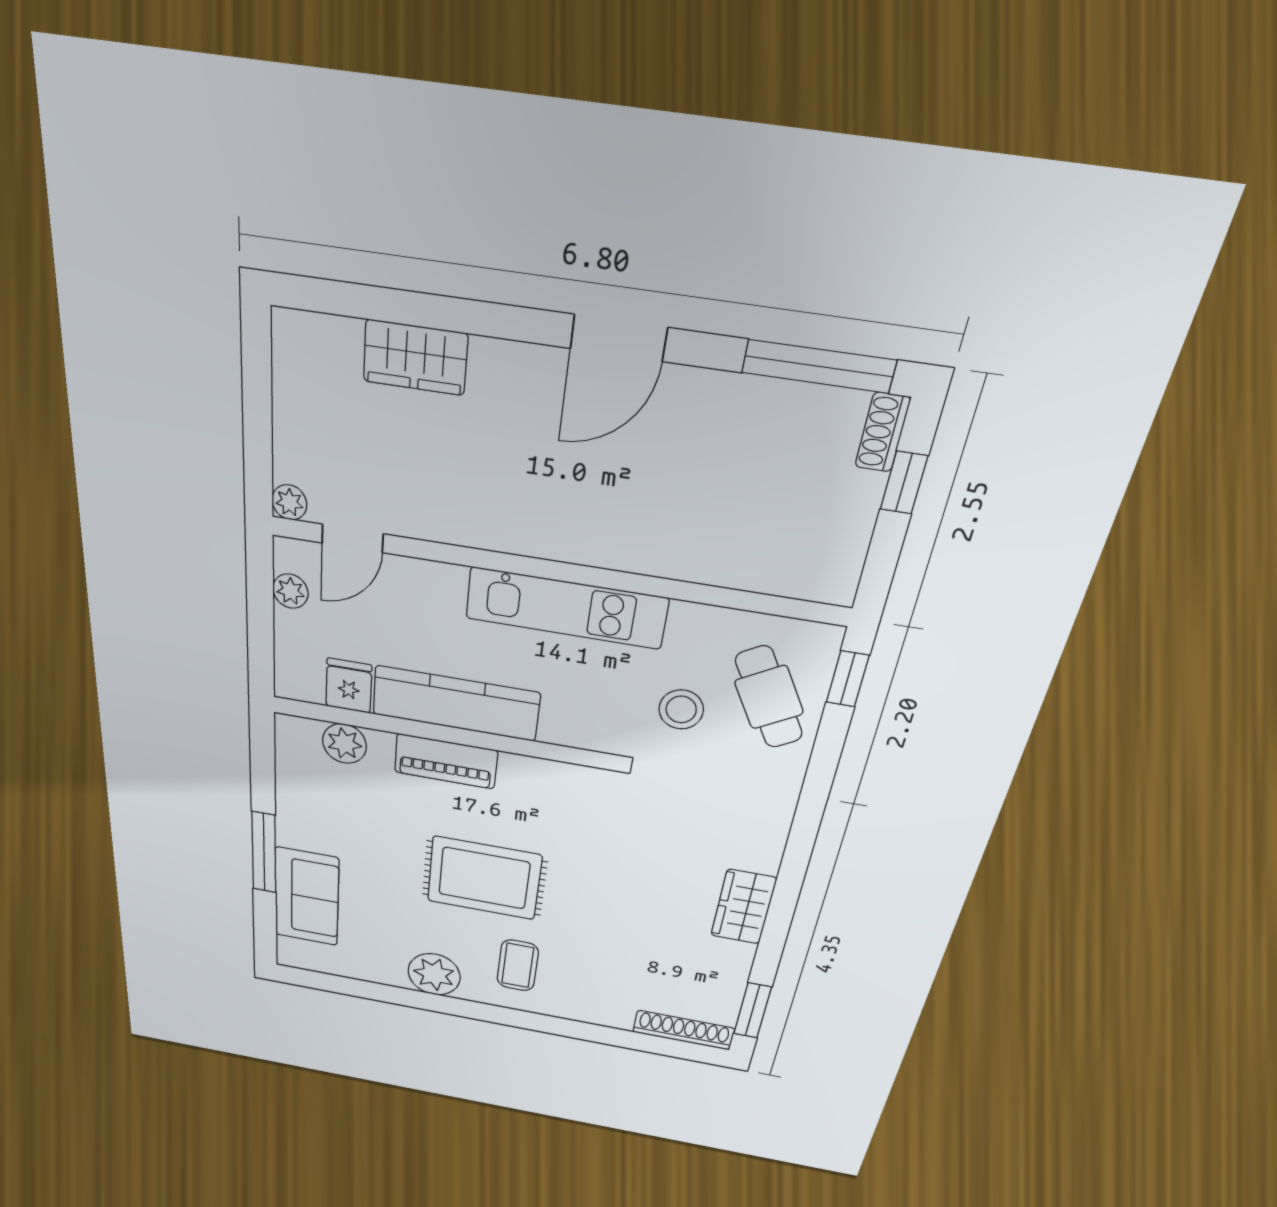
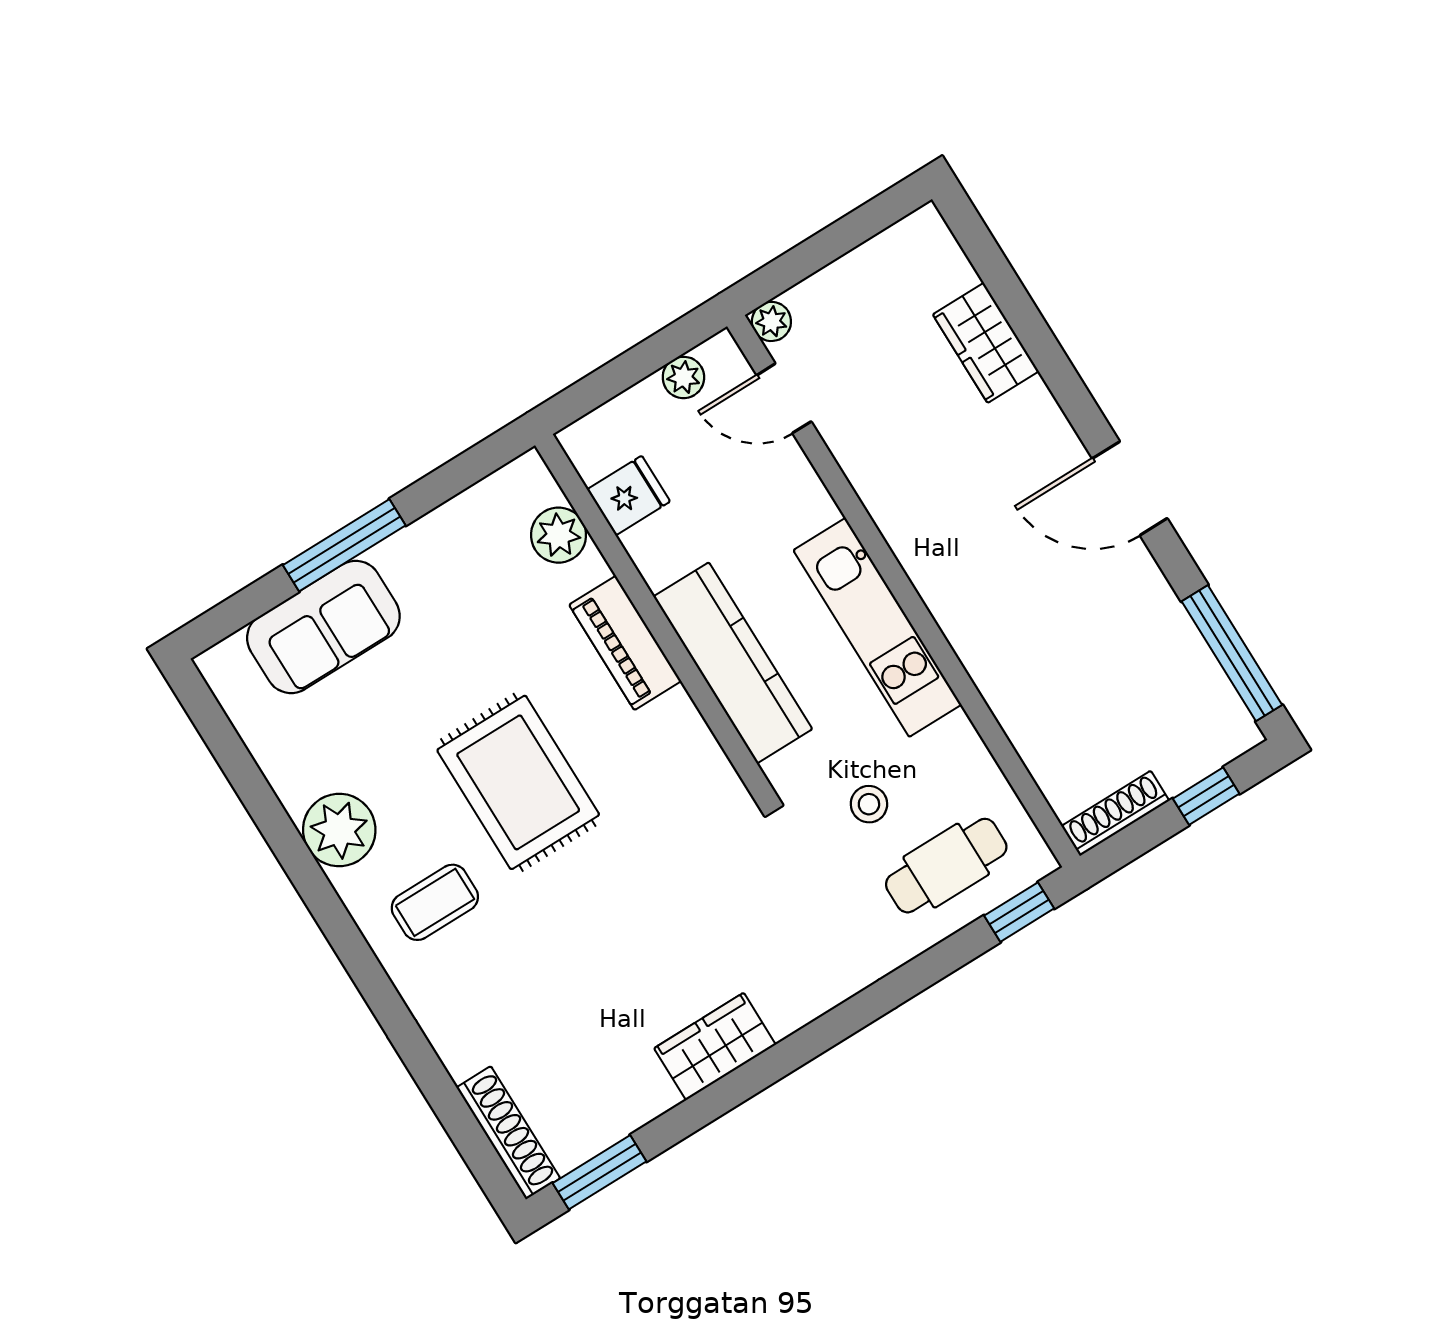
shoe rack: (883, 432) -> (1116, 813), moved, width x1.43
cafe table: (769, 697) -> (946, 866), turned 30
kitchen counter: (456, 704) -> (733, 663), moved
stool: (681, 709) -> (869, 804), width x0.73, depth x0.73

